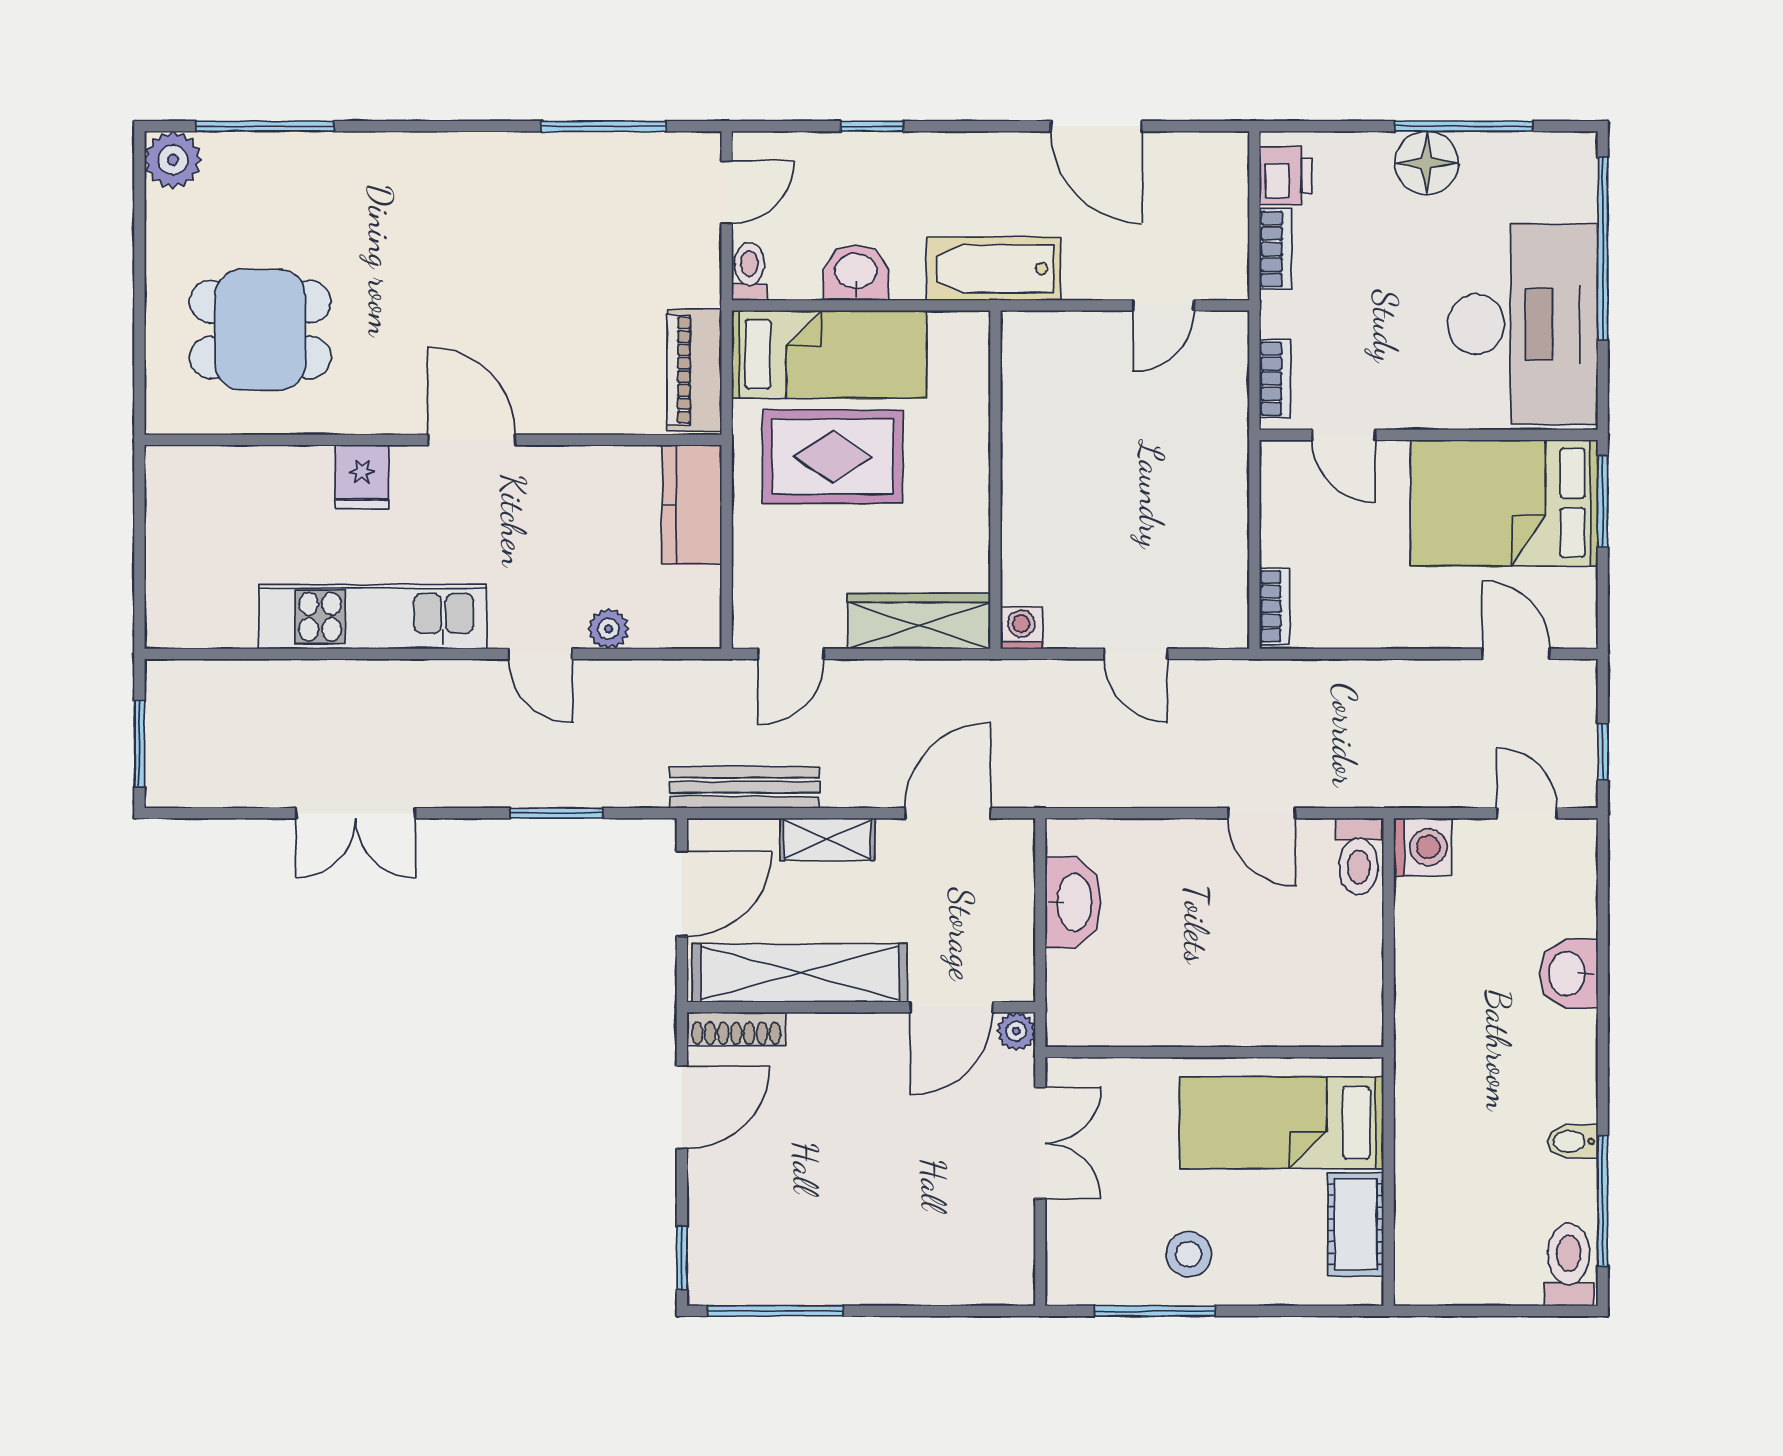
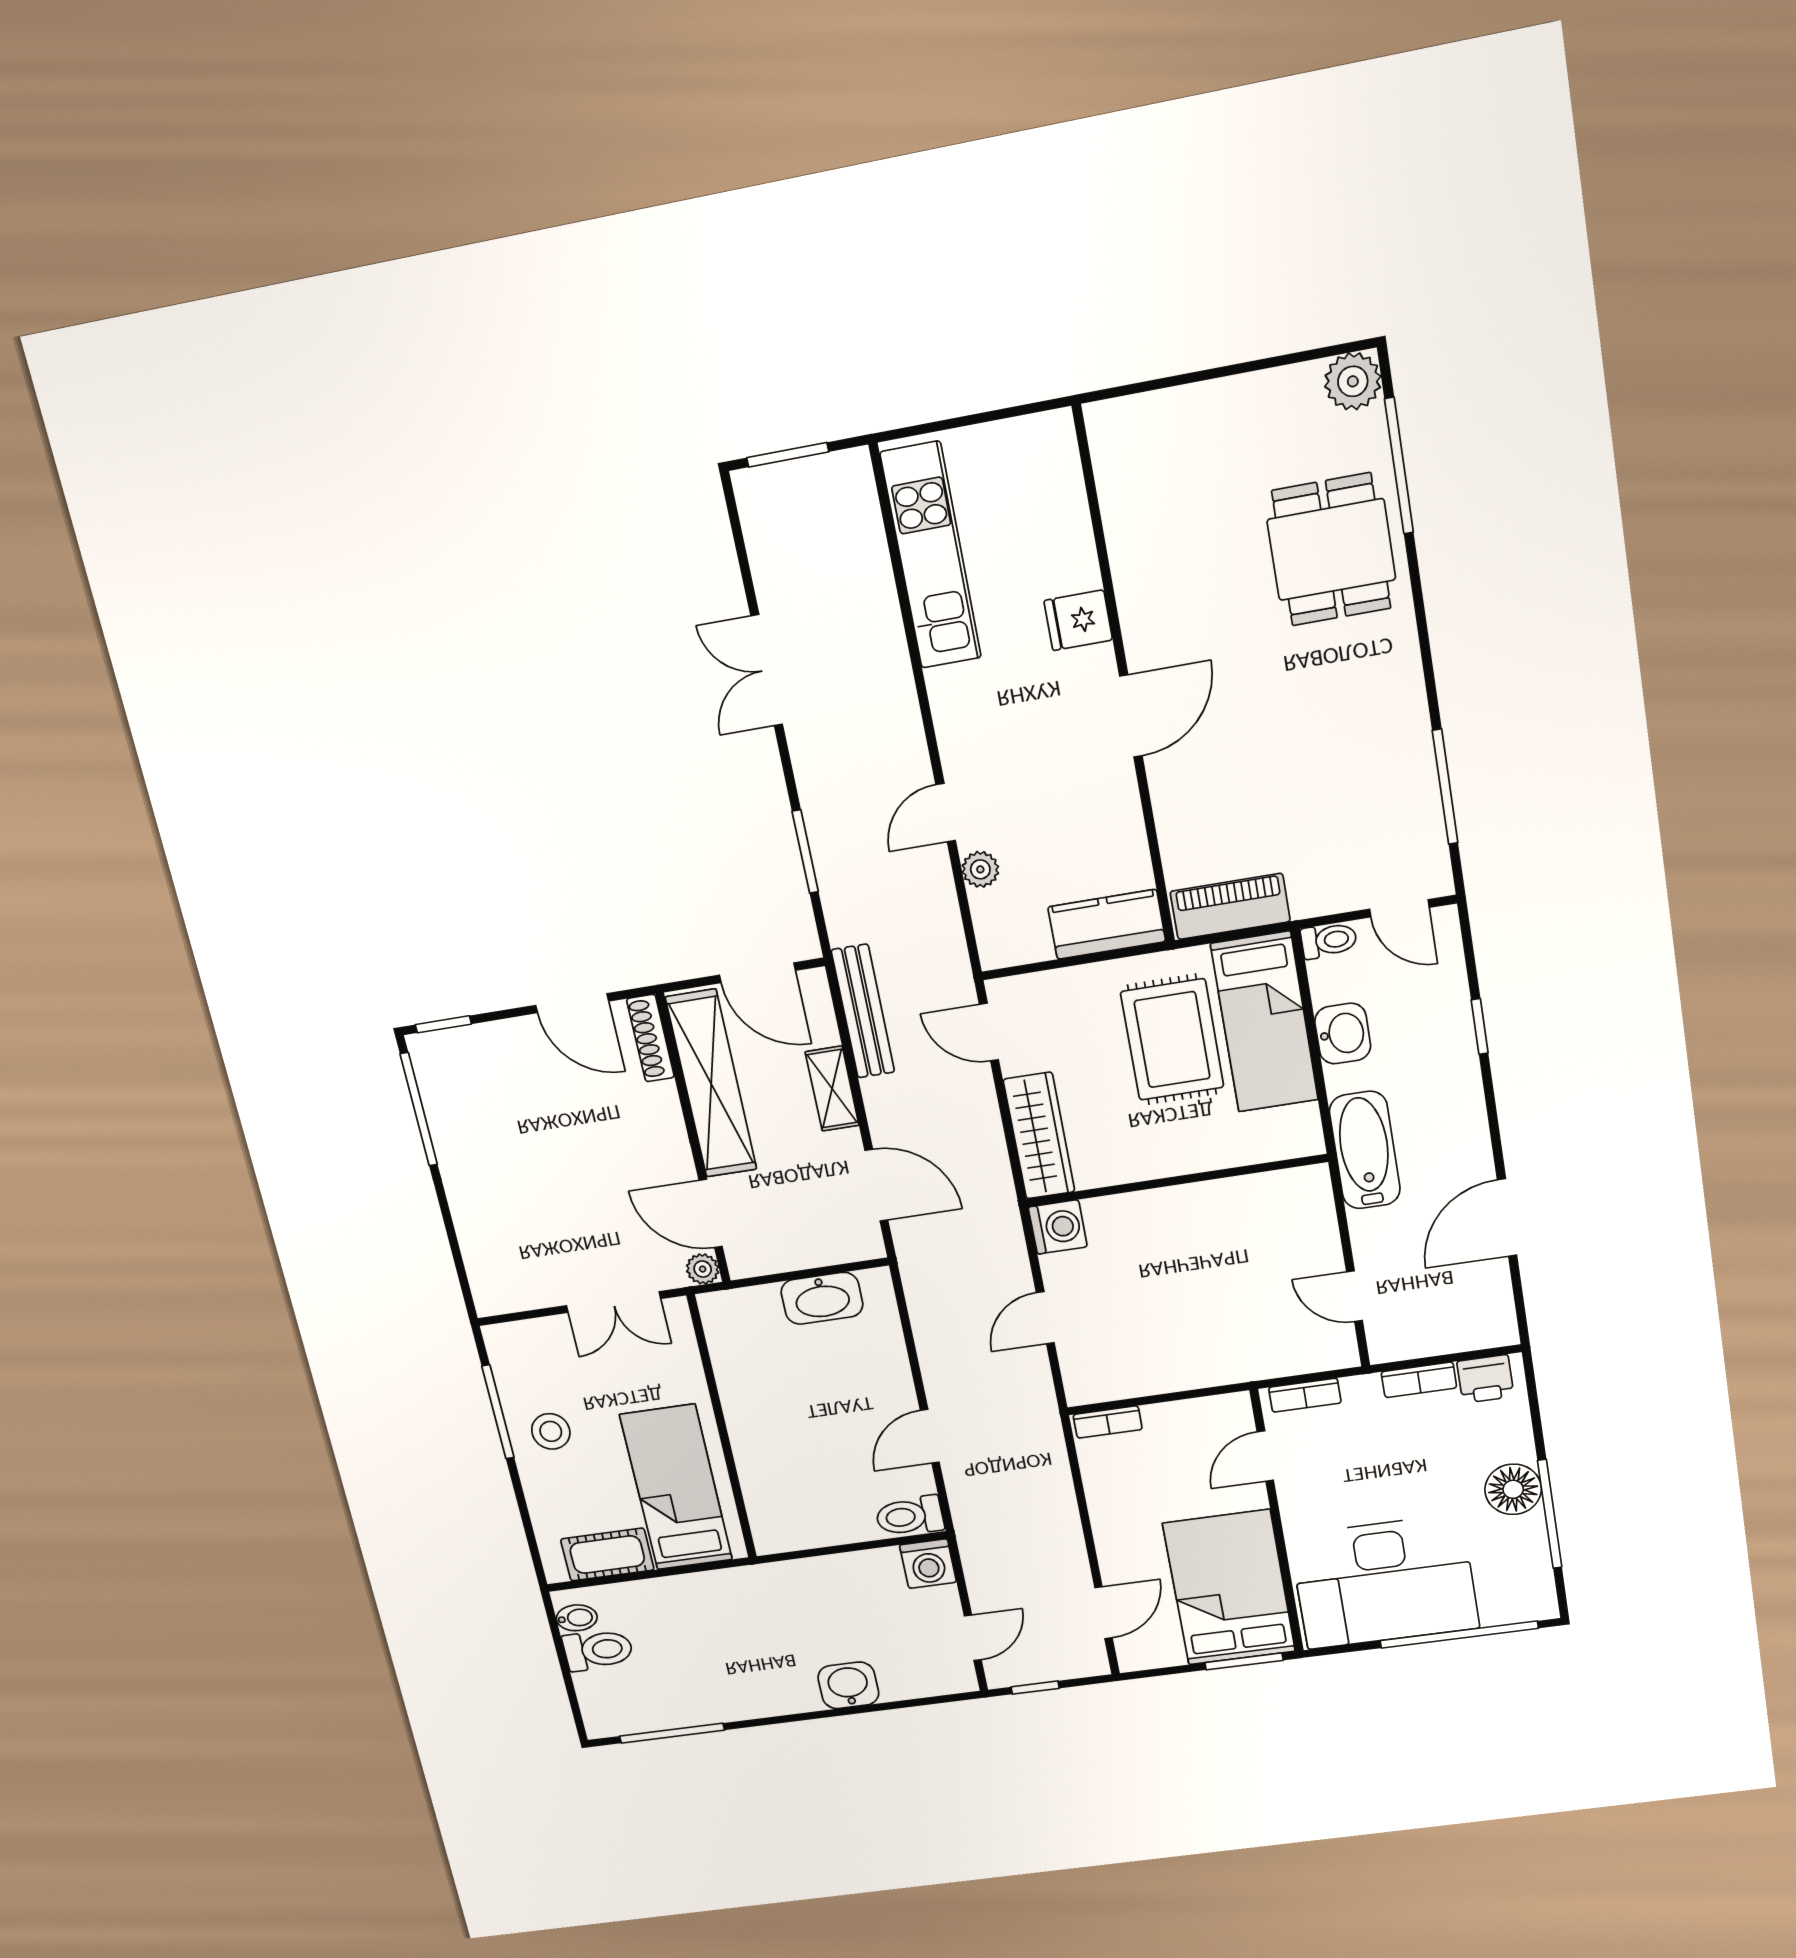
dining table: (260, 330) -> (1331, 550), moved
kitchen unit: (373, 617) -> (931, 556), moved
washing machine: (1021, 628) -> (1058, 1227), width x1.38, depth x1.38
bidet: (1573, 1141) -> (577, 1618), moved, turned 90
toilet: (1569, 1265) -> (598, 1650), moved

